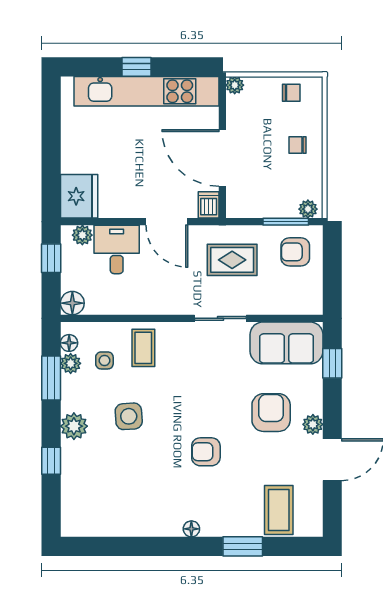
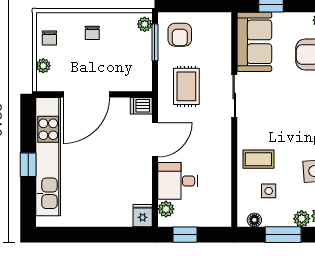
plant: (235, 85) -> (43, 66), moved
chair: (291, 93) -> (49, 38), turned 180
door: (222, 158) -> (86, 94), moved
fridge: (79, 196) -> (143, 216), width x0.53, depth x0.75
floor lamp: (72, 303) -> (222, 217), removed
plant: (71, 363) -> (302, 219), moved

